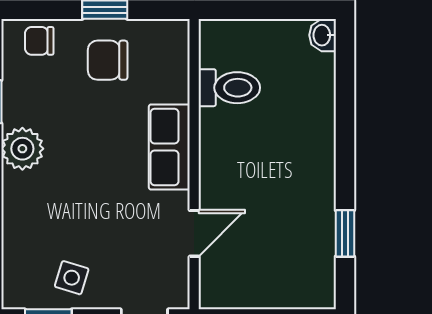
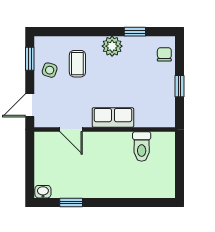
washbasin: (323, 35) -> (43, 192), moved
chair: (108, 60) -> (155, 87), removed
coffee table: (58, 220) -> (77, 64), added

